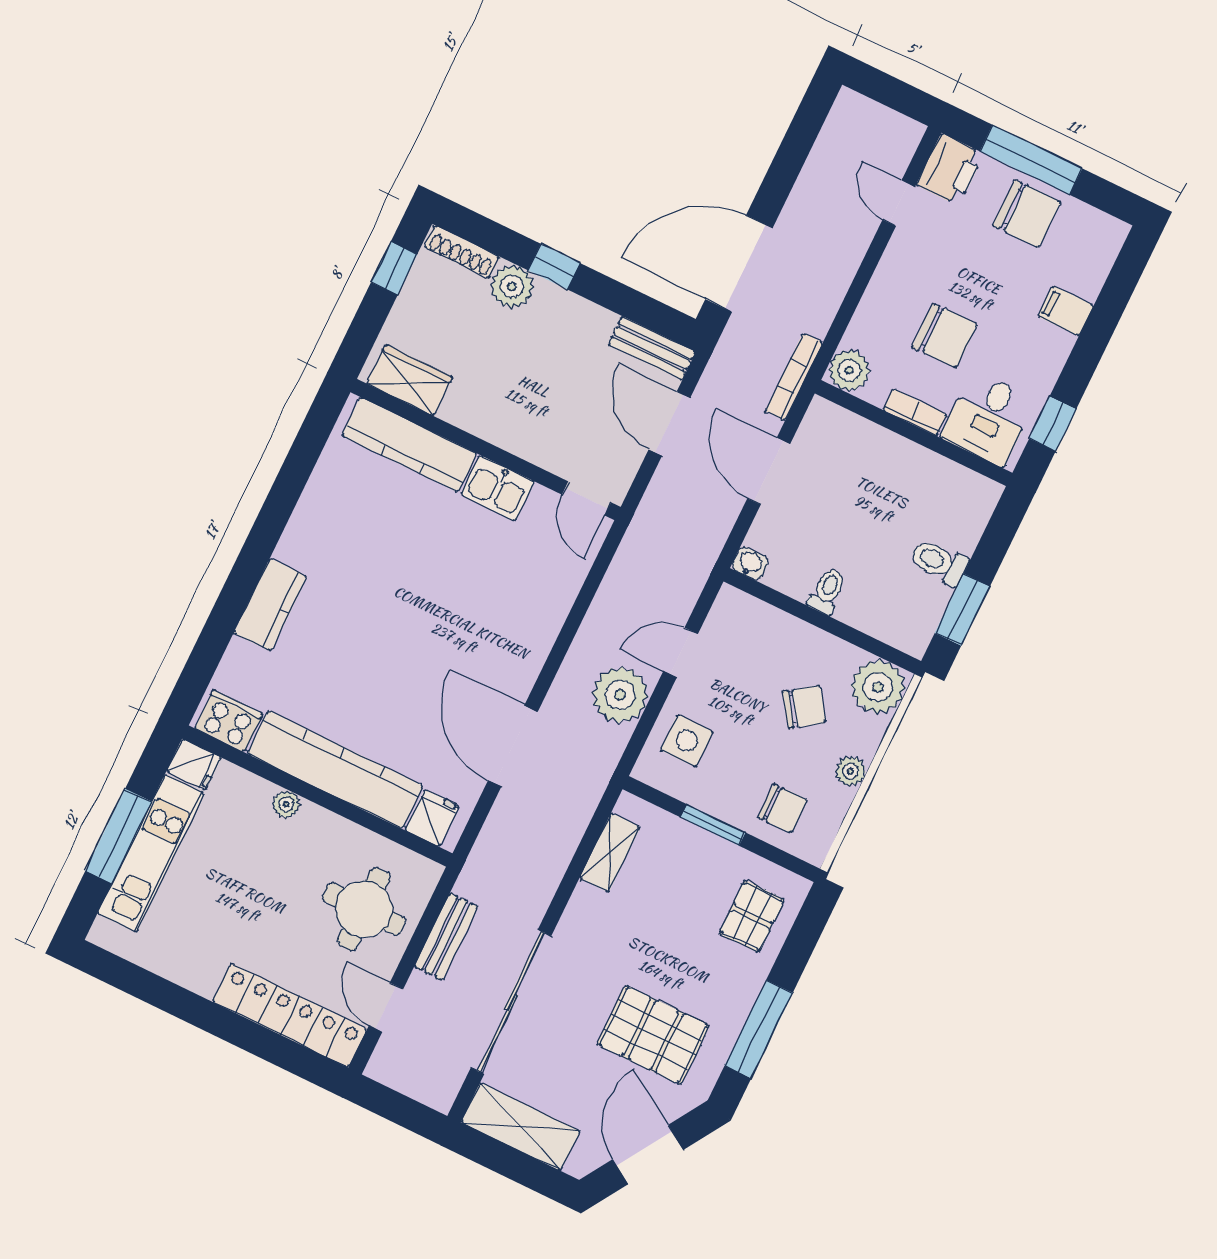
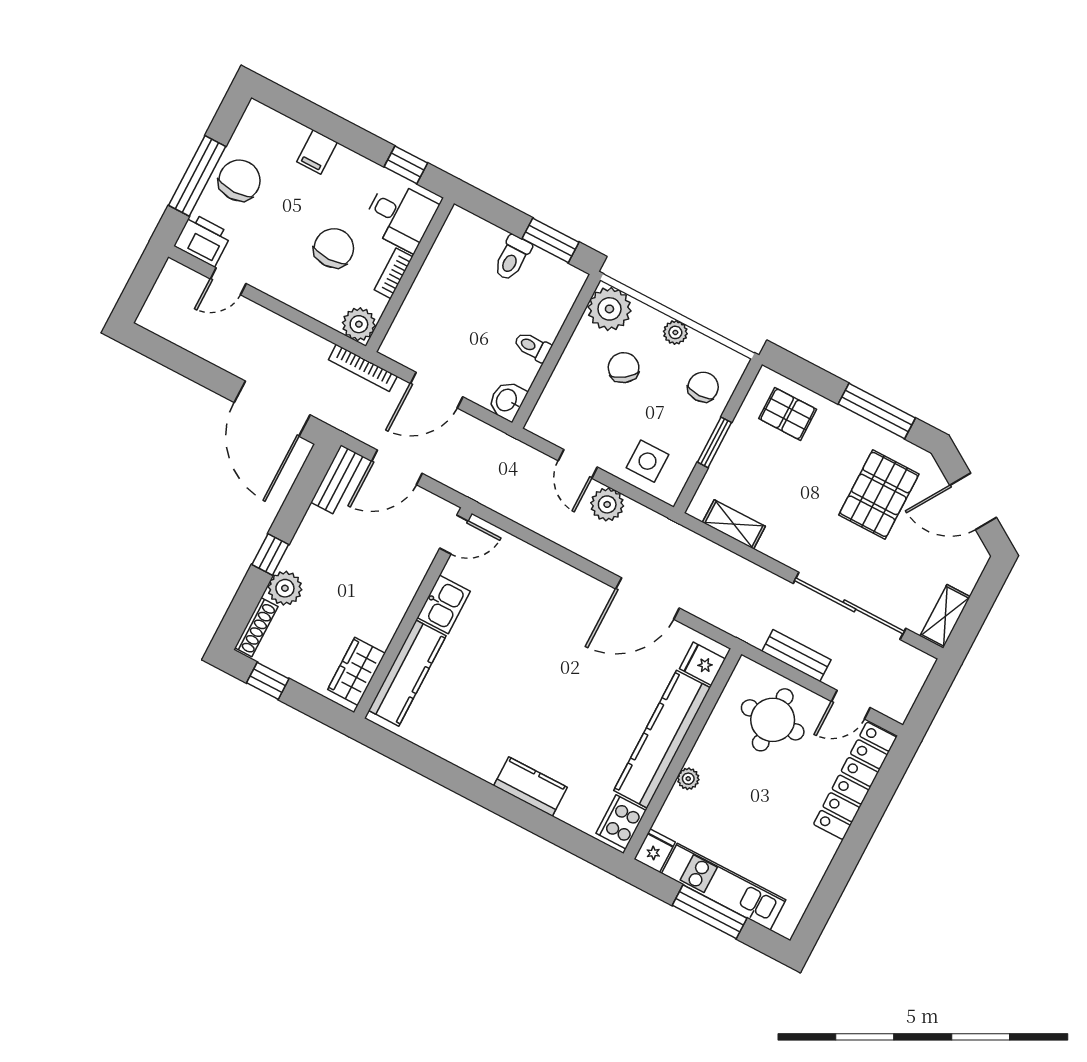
washbasin: (750, 563) -> (507, 401), width x1.38, depth x1.45
plant: (620, 695) -> (607, 504), width x0.73, depth x0.73
shelving: (520, 1127) -> (945, 616), width x0.67, depth x0.75

